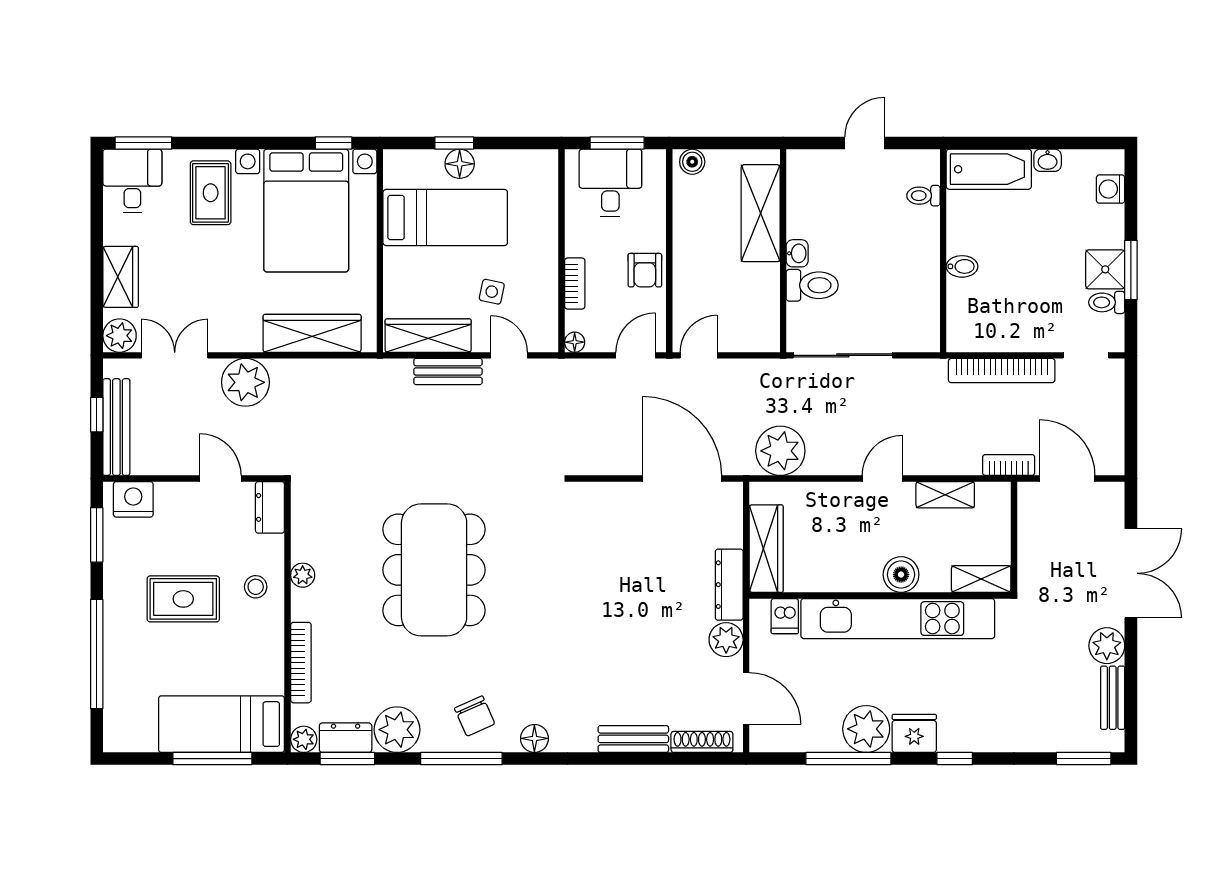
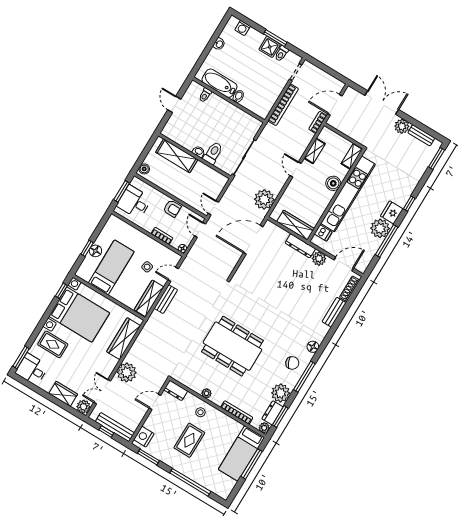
bathtub: (989, 169) -> (219, 83), moved, turned -90

